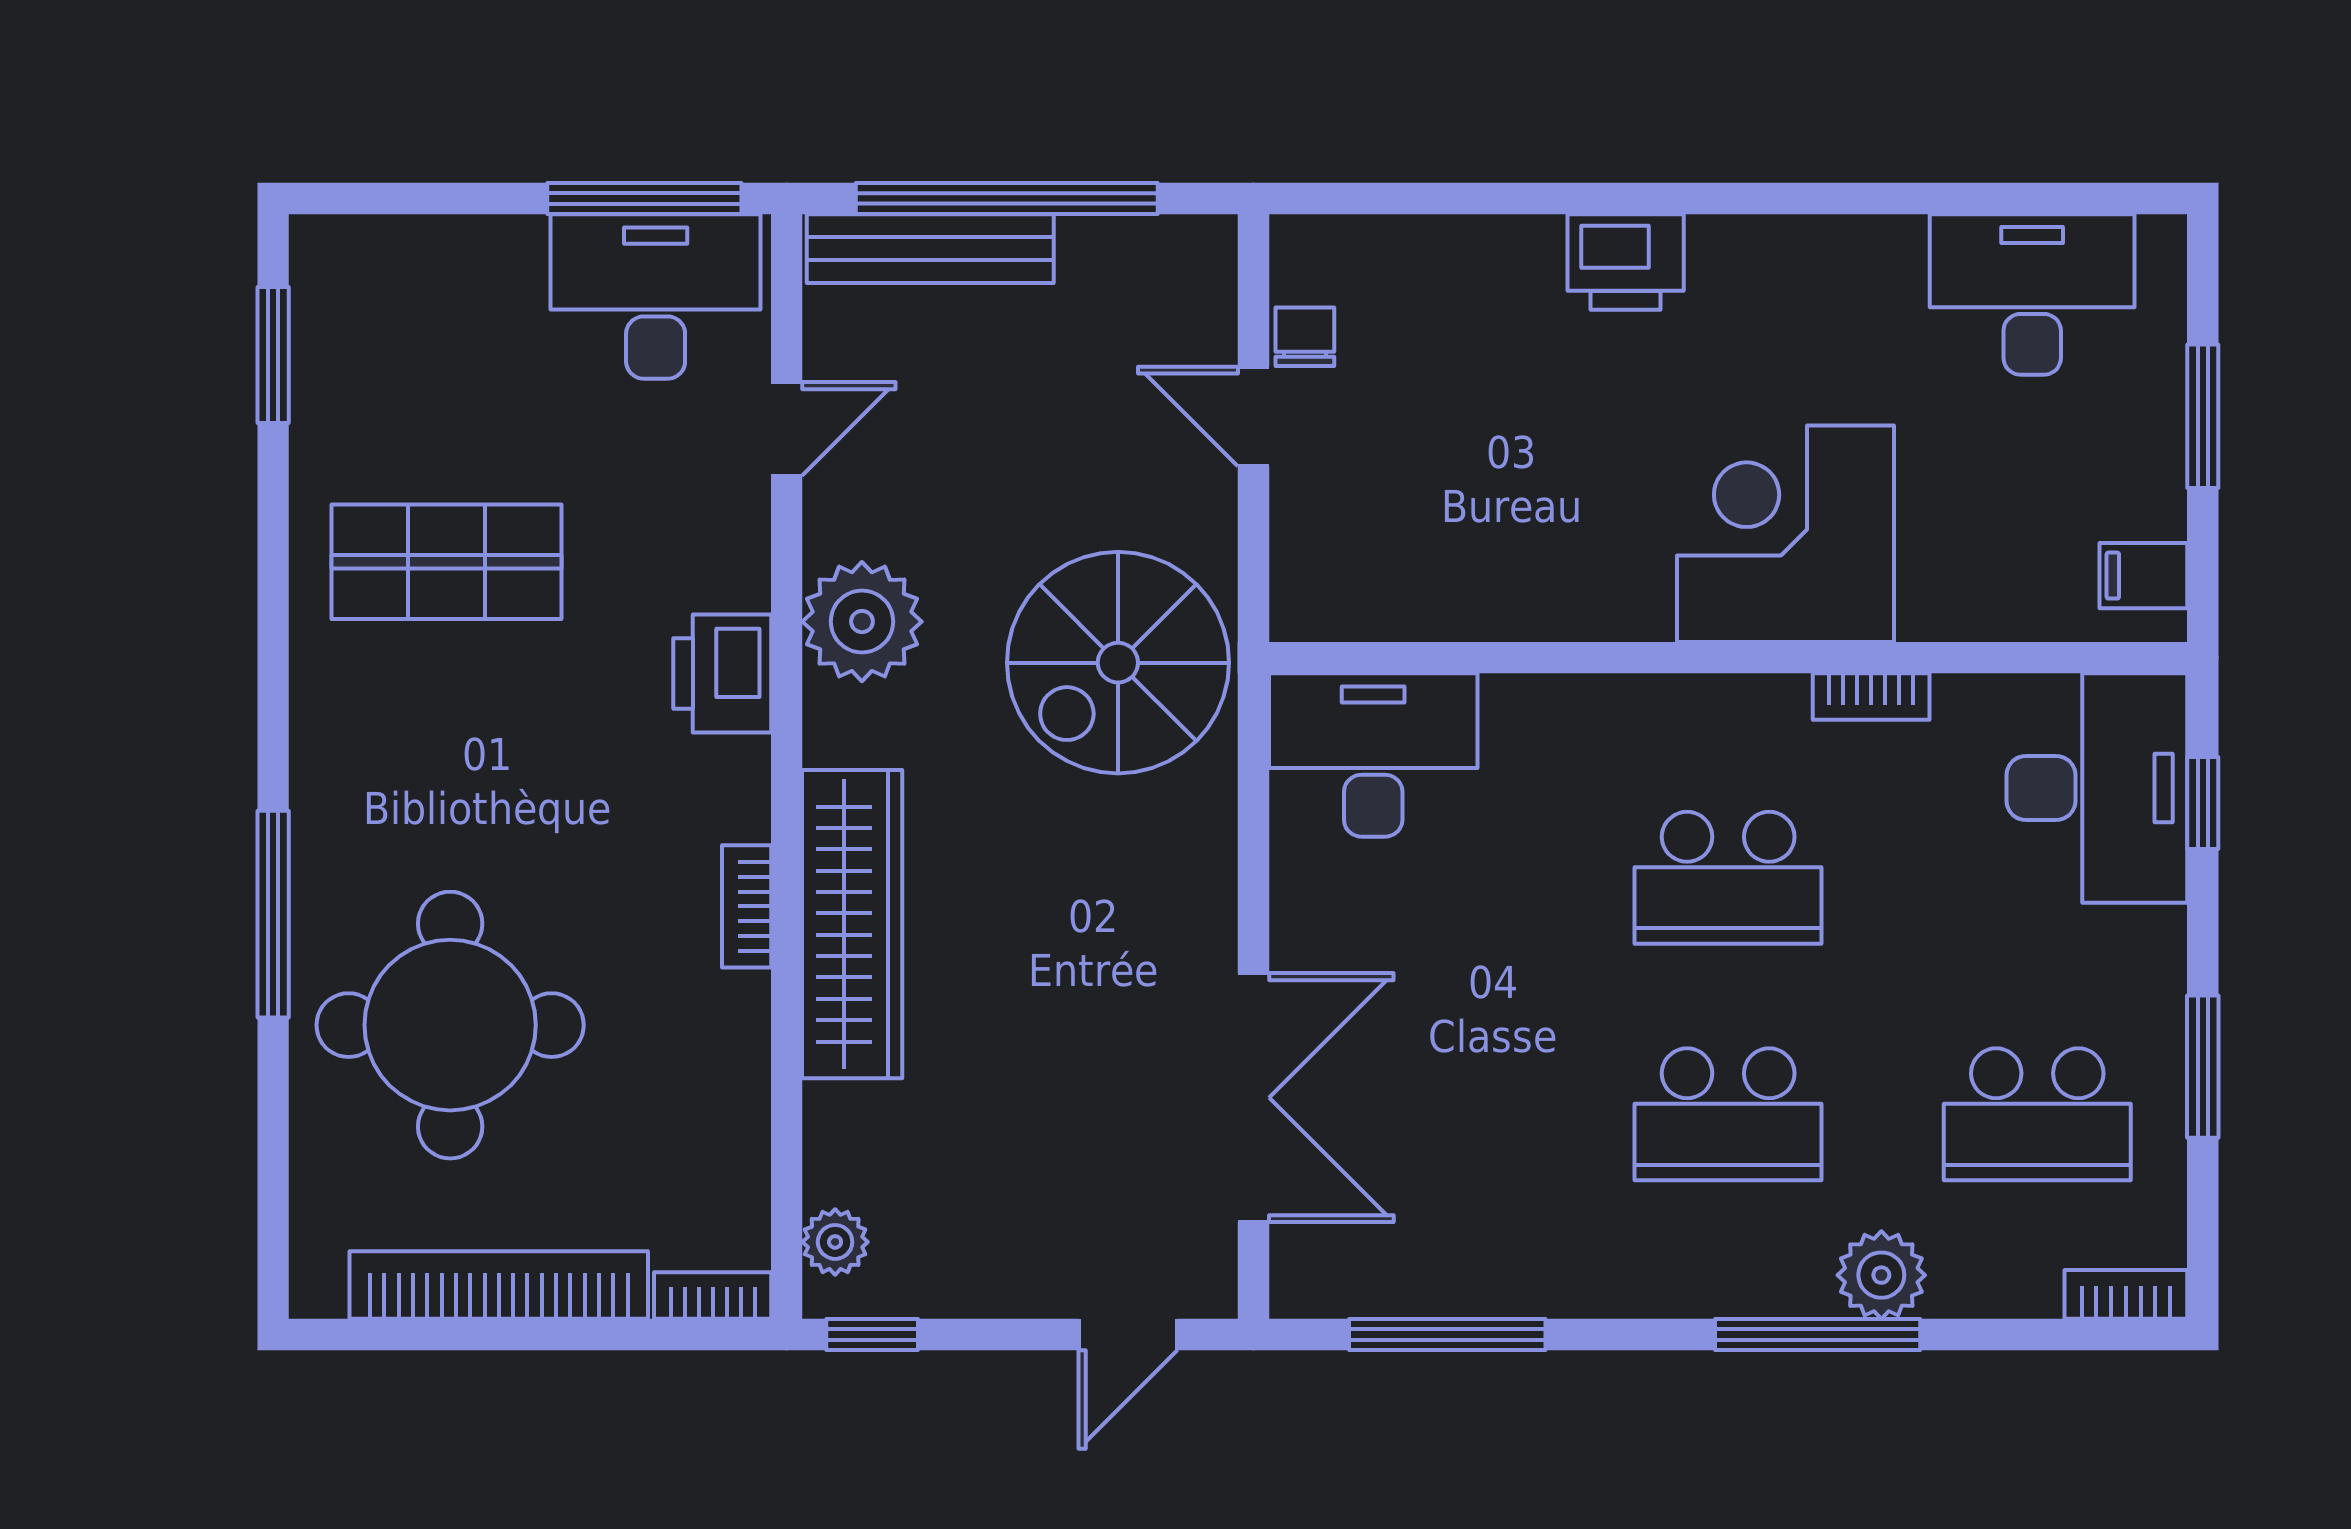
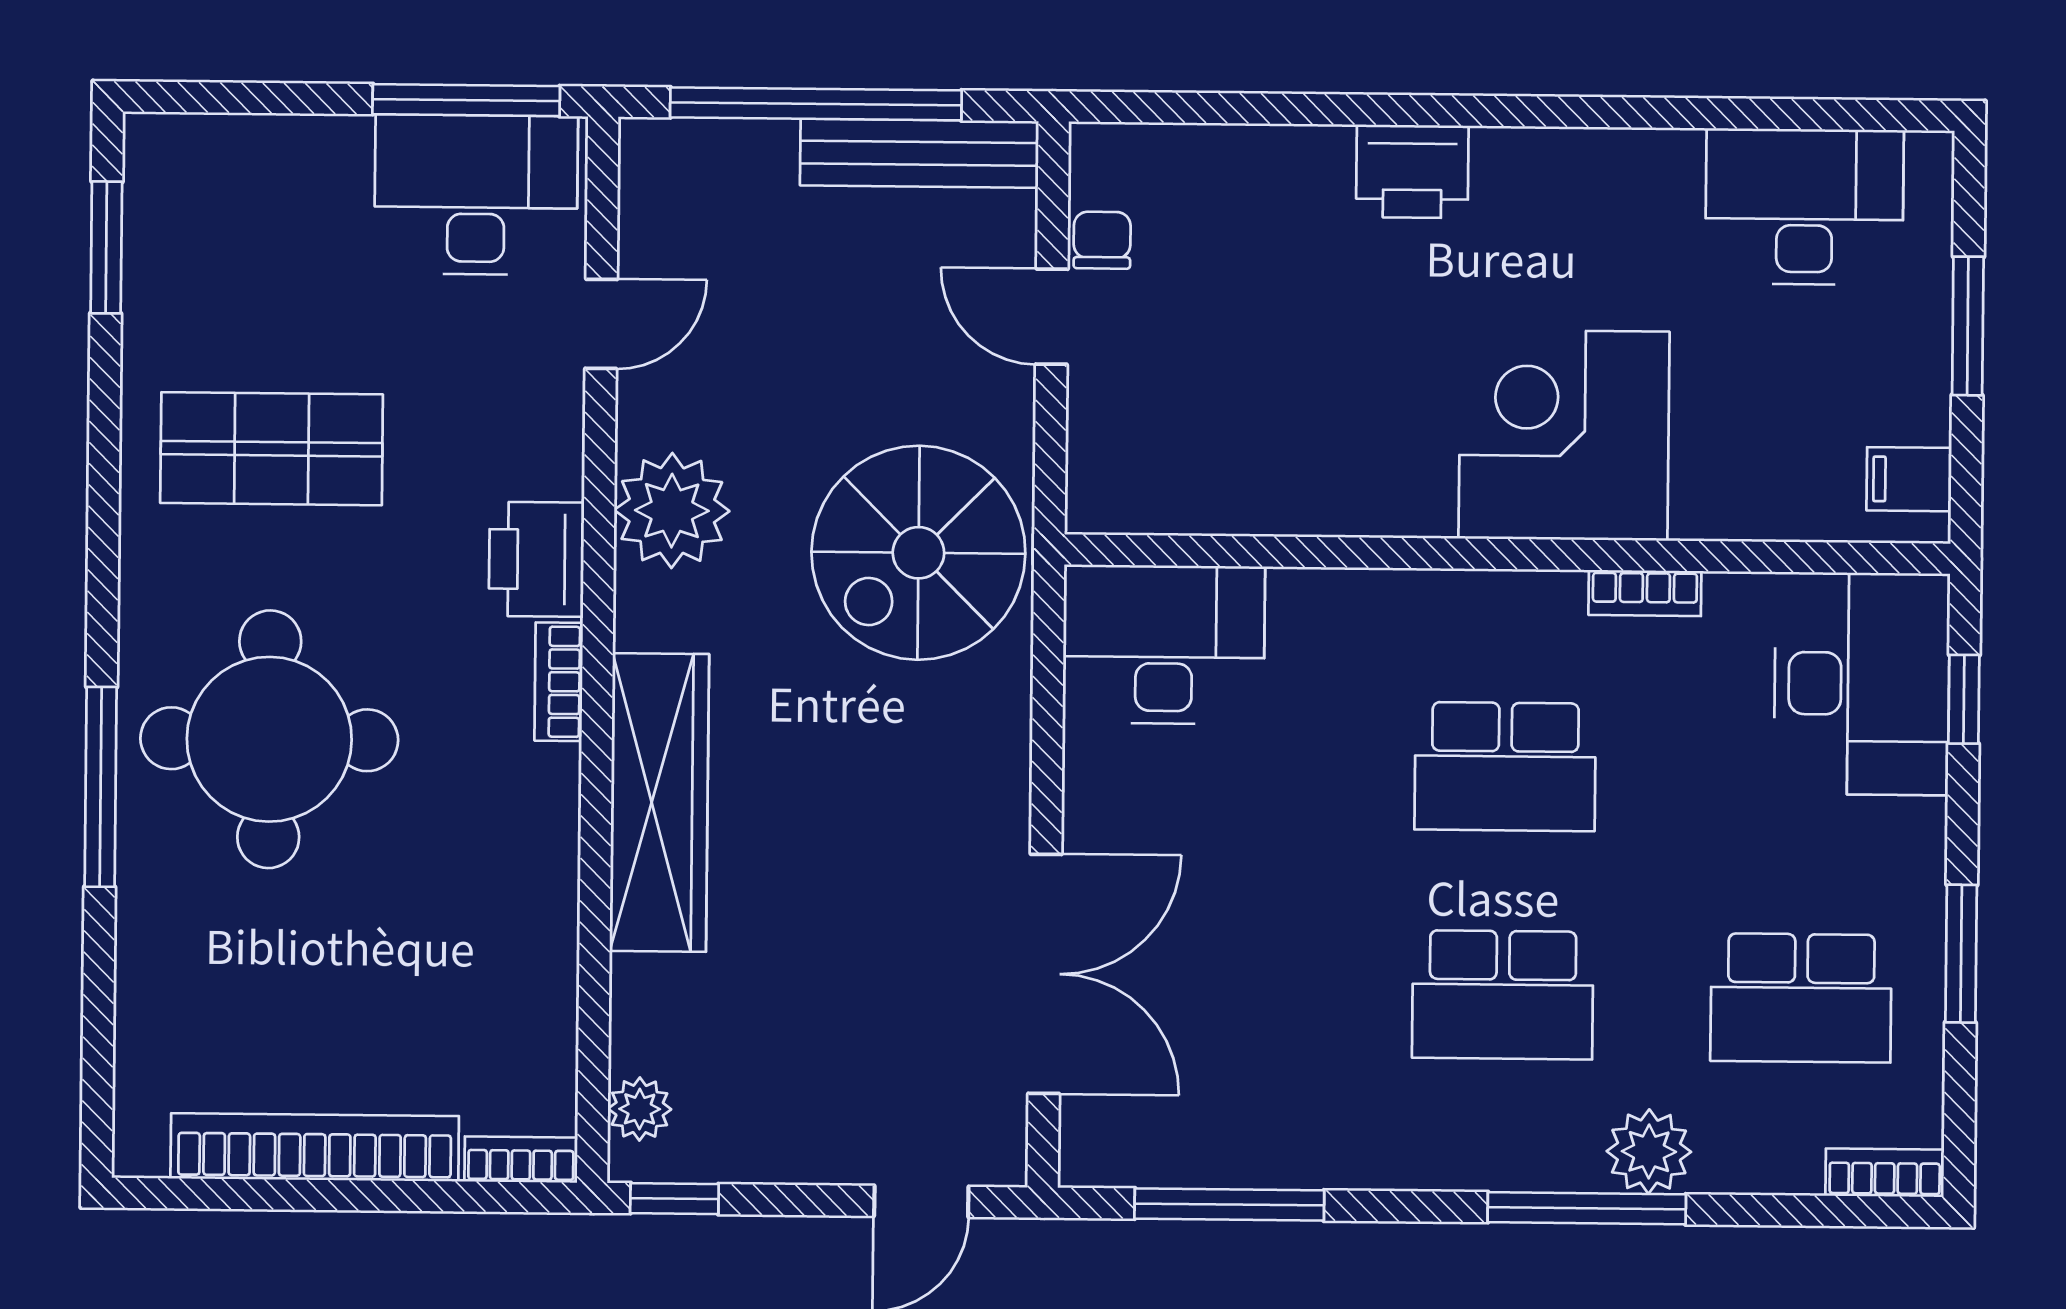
bench: (930, 249) -> (919, 153), moved
bookcase: (747, 906) -> (559, 682), moved
round table: (450, 1025) -> (269, 739), moved

